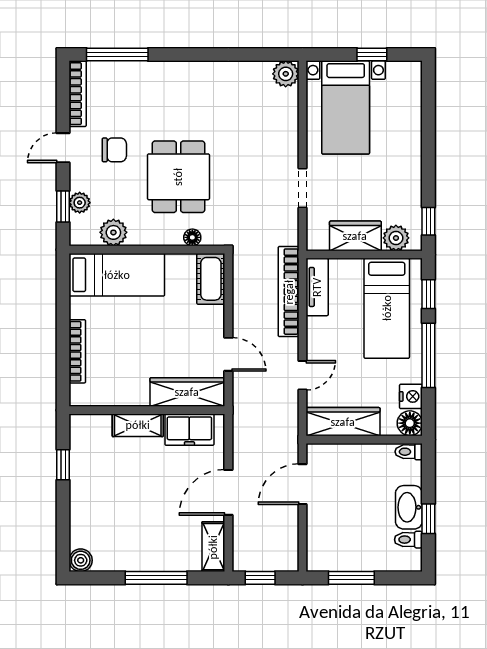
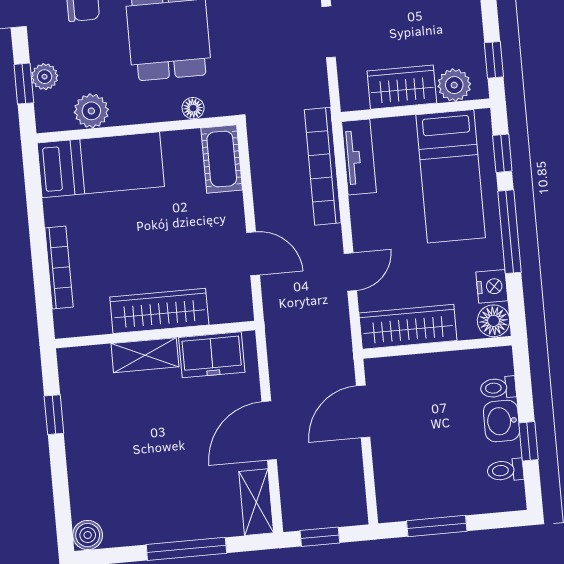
wardrobe: (187, 392) -> (159, 311), moved
toilet: (409, 452) -> (498, 388), moved
washbasin: (409, 507) -> (502, 421), width x0.72

